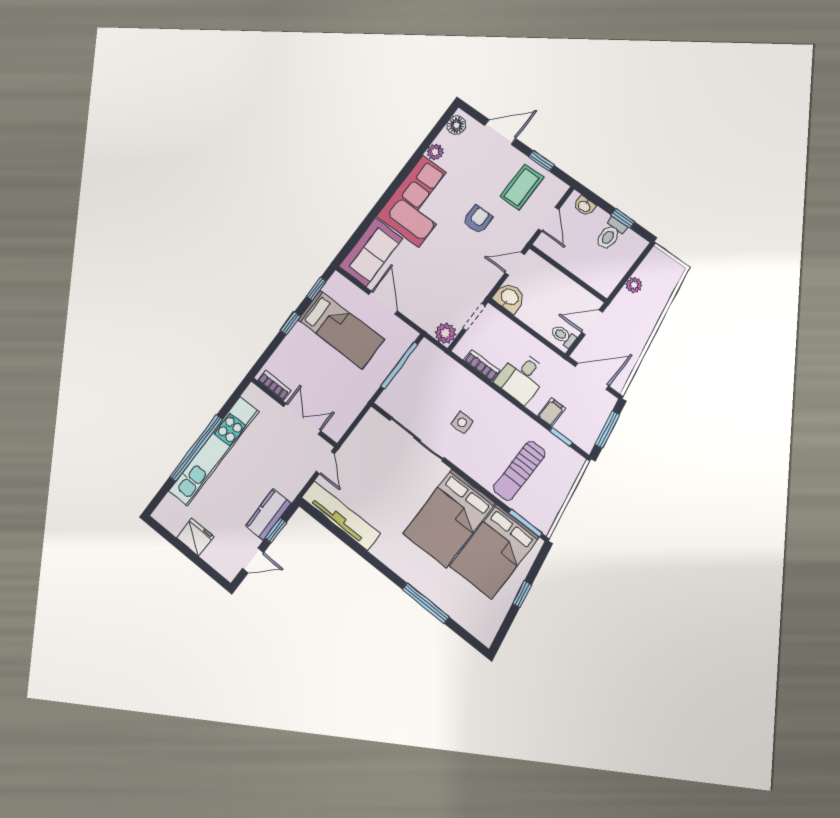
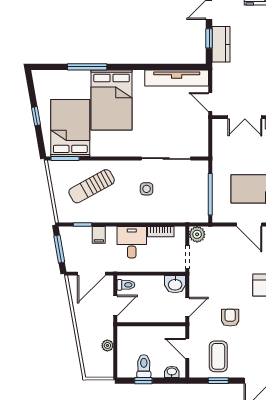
armchair: (478, 219) -> (230, 318), turned 180
sun lounger: (519, 471) -> (92, 186), turned -119
bed: (449, 518) -> (112, 100), moved, turned 180

